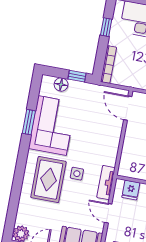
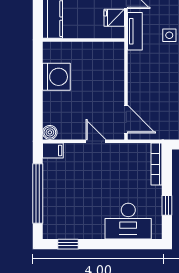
fridge: (131, 190) -> (114, 18), moved, turned -90

